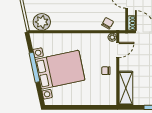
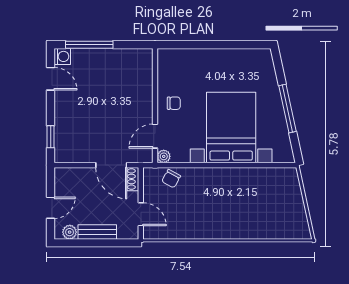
plant: (42, 22) -> (276, 181), removed
bed with nightstands: (60, 70) -> (231, 128), moved, turned 102
shelving: (126, 88) -> (142, 75), removed

